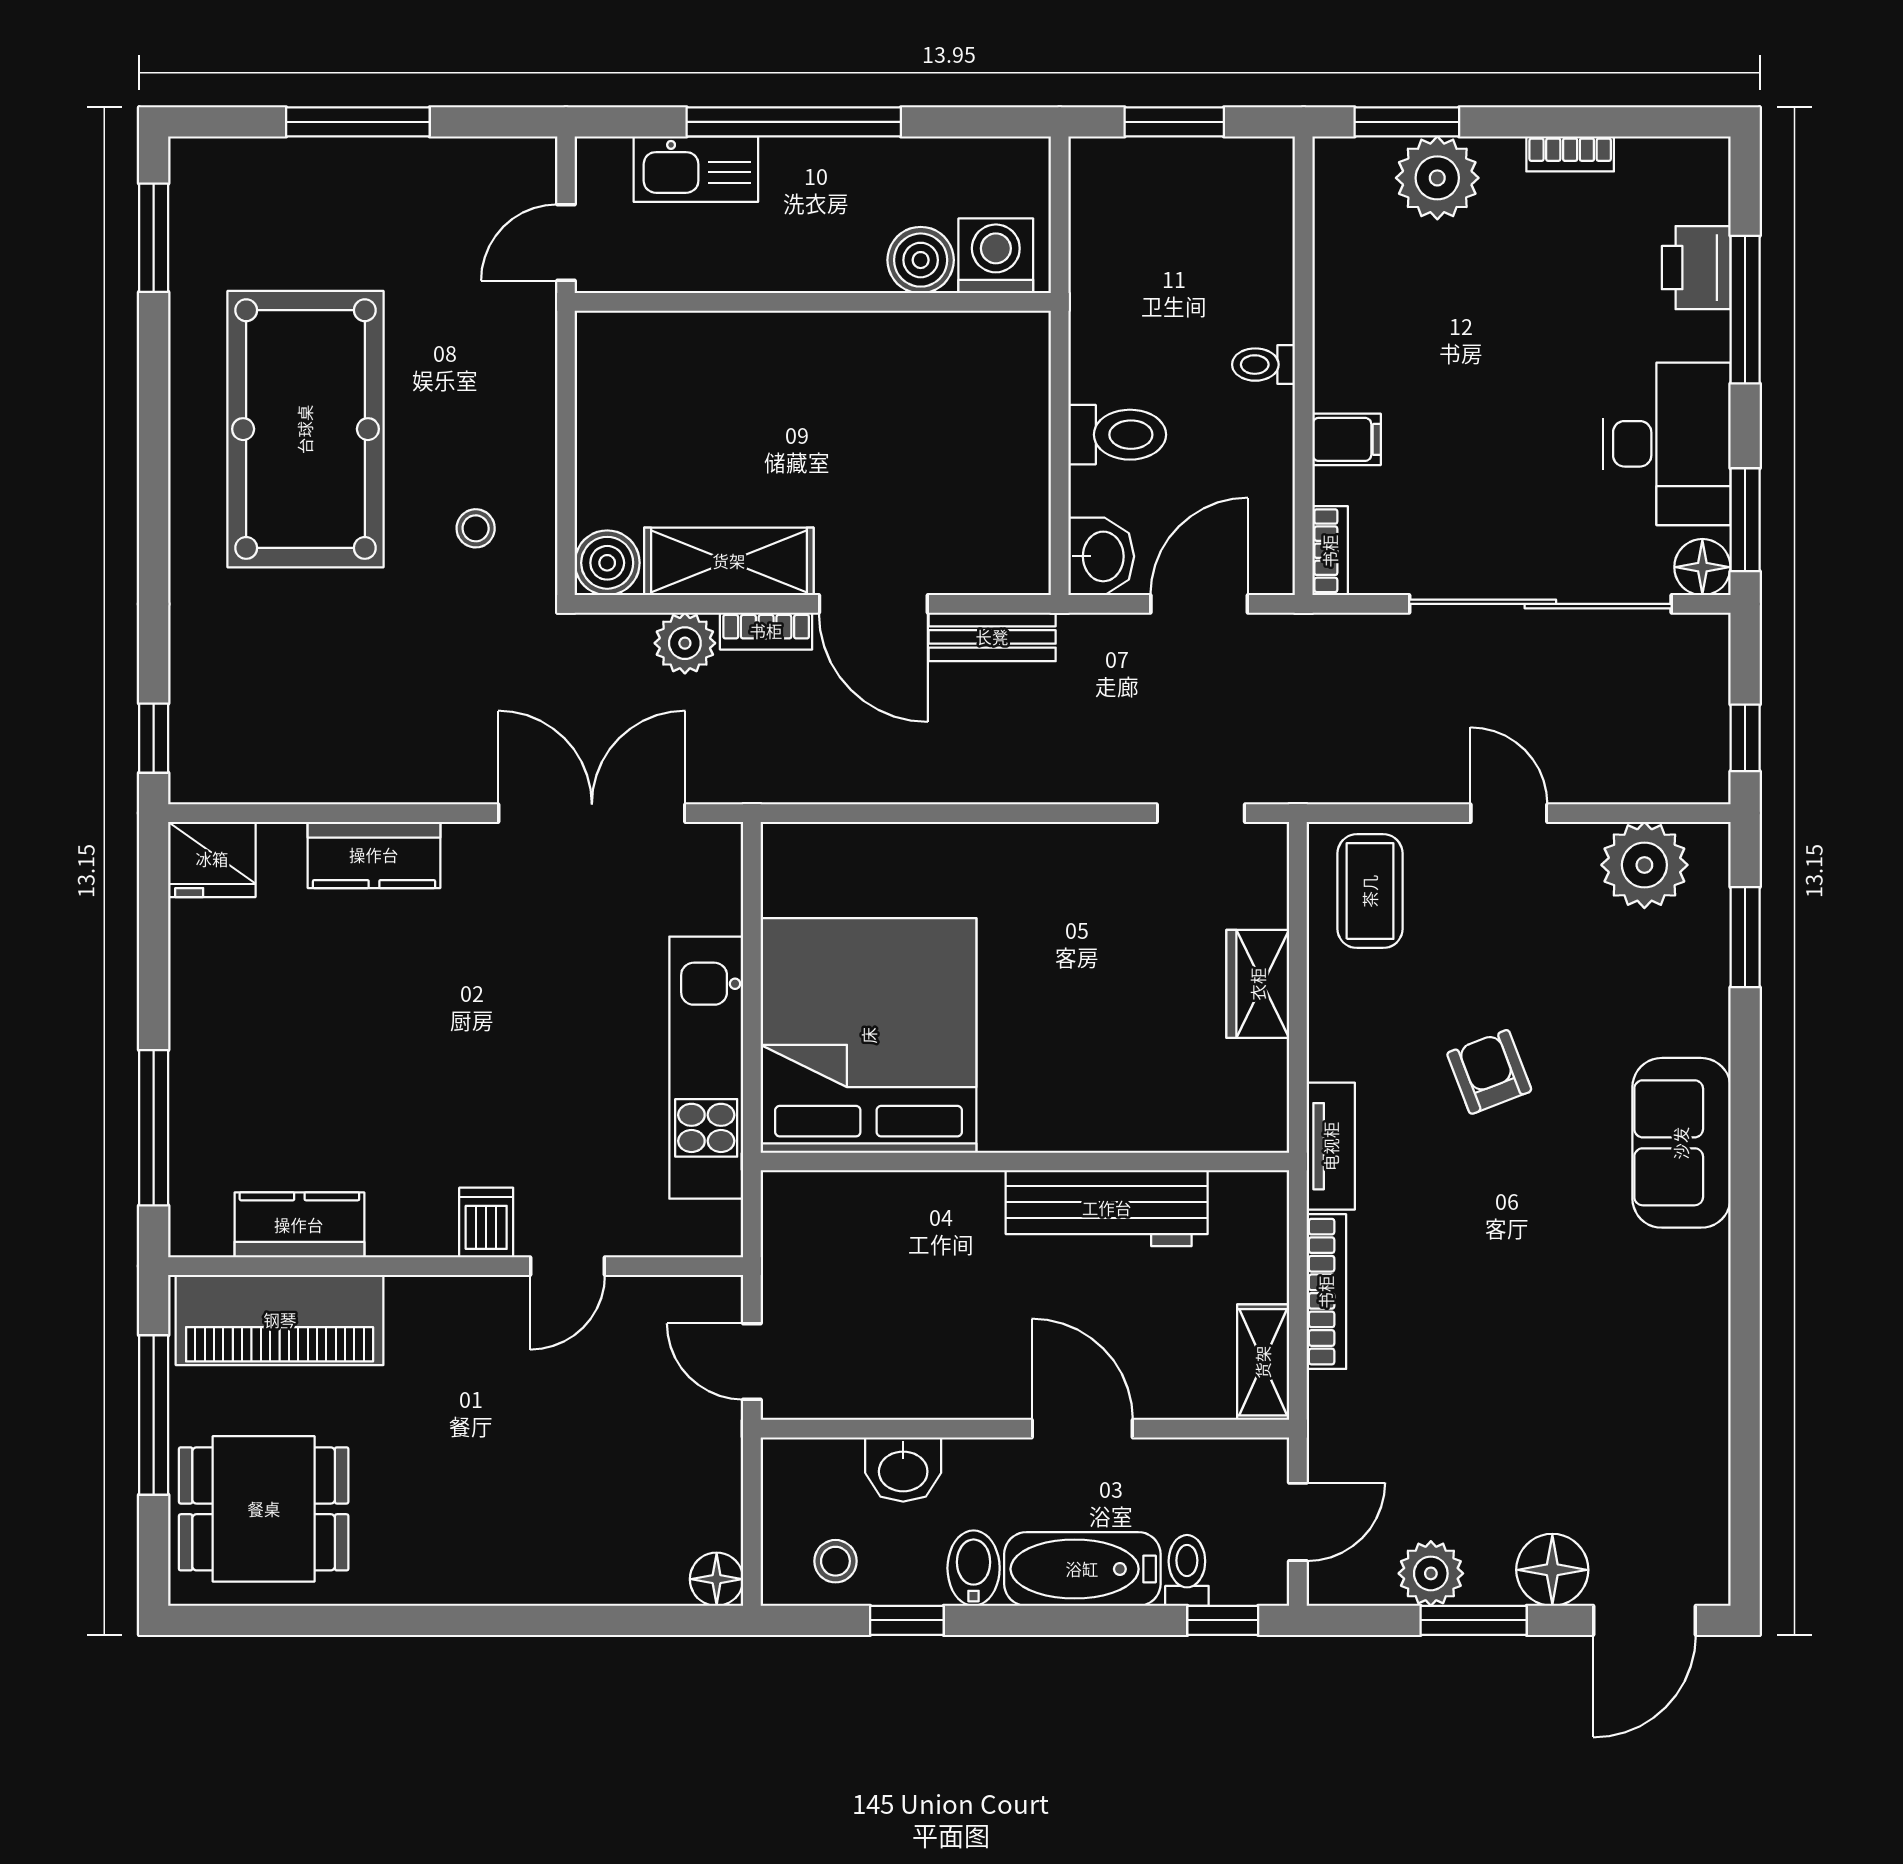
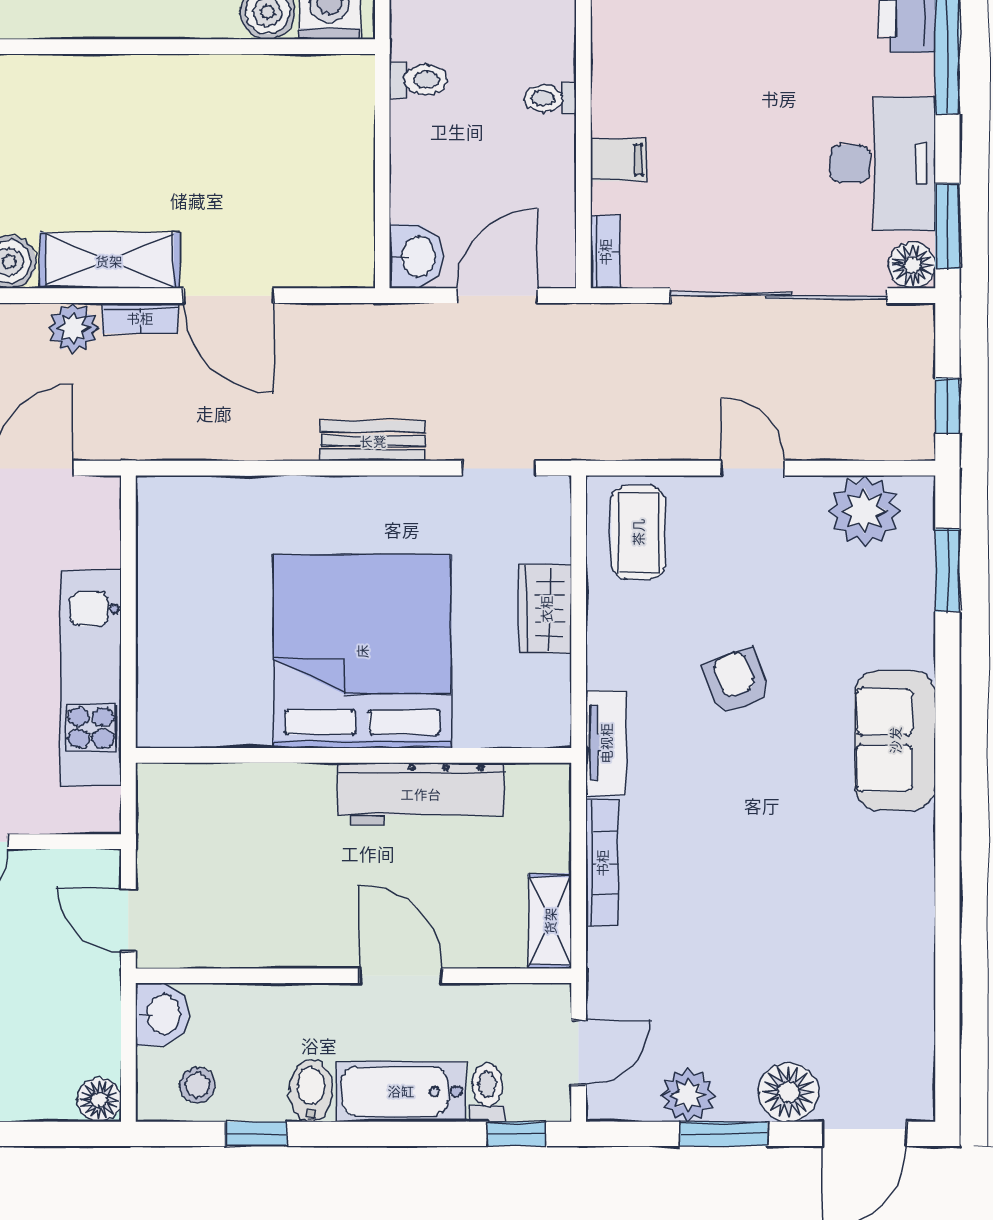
toilet: (1117, 435) -> (419, 80), moved, width x0.73, depth x0.72
bench: (992, 637) -> (373, 441), moved
bed: (869, 1035) -> (362, 651), moved
washbasin: (903, 1470) -> (162, 1014), moved, turned -90

